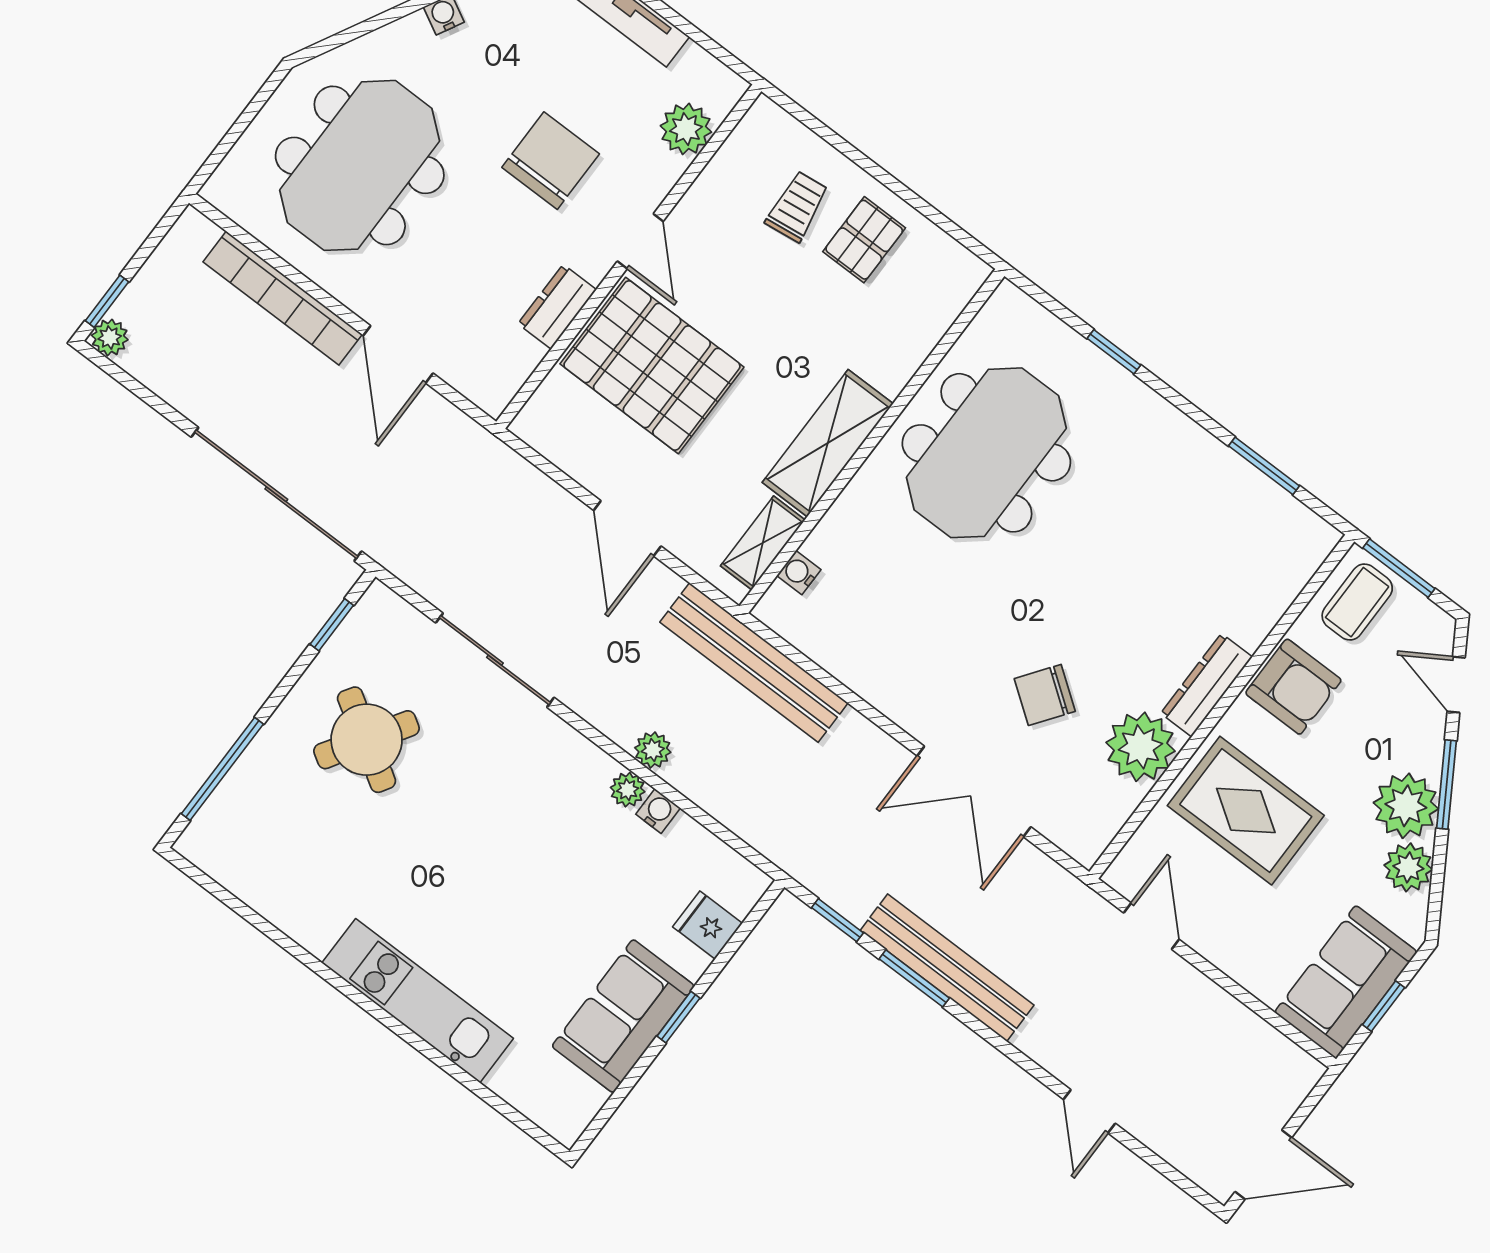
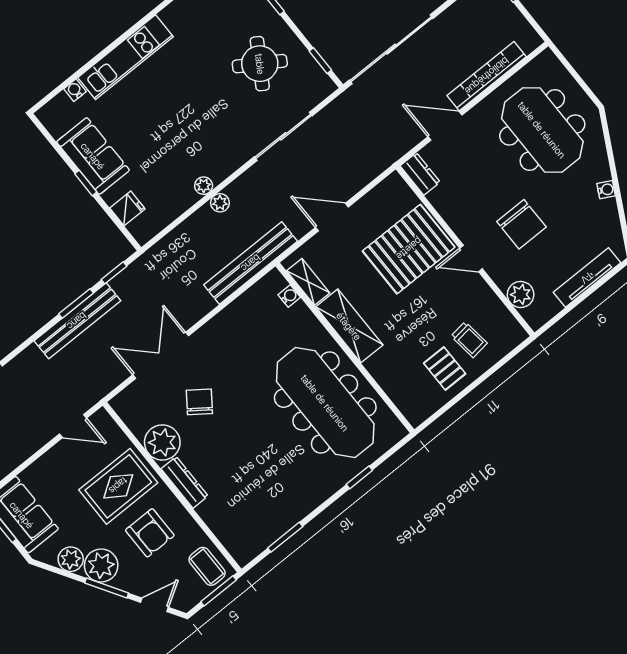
dresser: (557, 307) -> (420, 174), moved
meeting table: (986, 453) -> (325, 403), width x1.36
armchair: (1293, 687) -> (150, 533), moved, turned -90
water cooler: (658, 811) -> (75, 90), moved, turned 180

